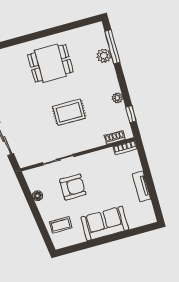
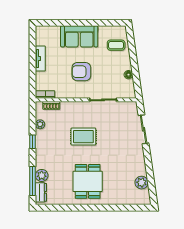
dresser: (99, 37) -> (41, 192), added
dining table: (50, 63) -> (88, 181), turned 90
plant: (117, 98) -> (40, 124), moved
window: (131, 114) -> (33, 142), moved
armchair: (73, 187) -> (81, 72), moved

